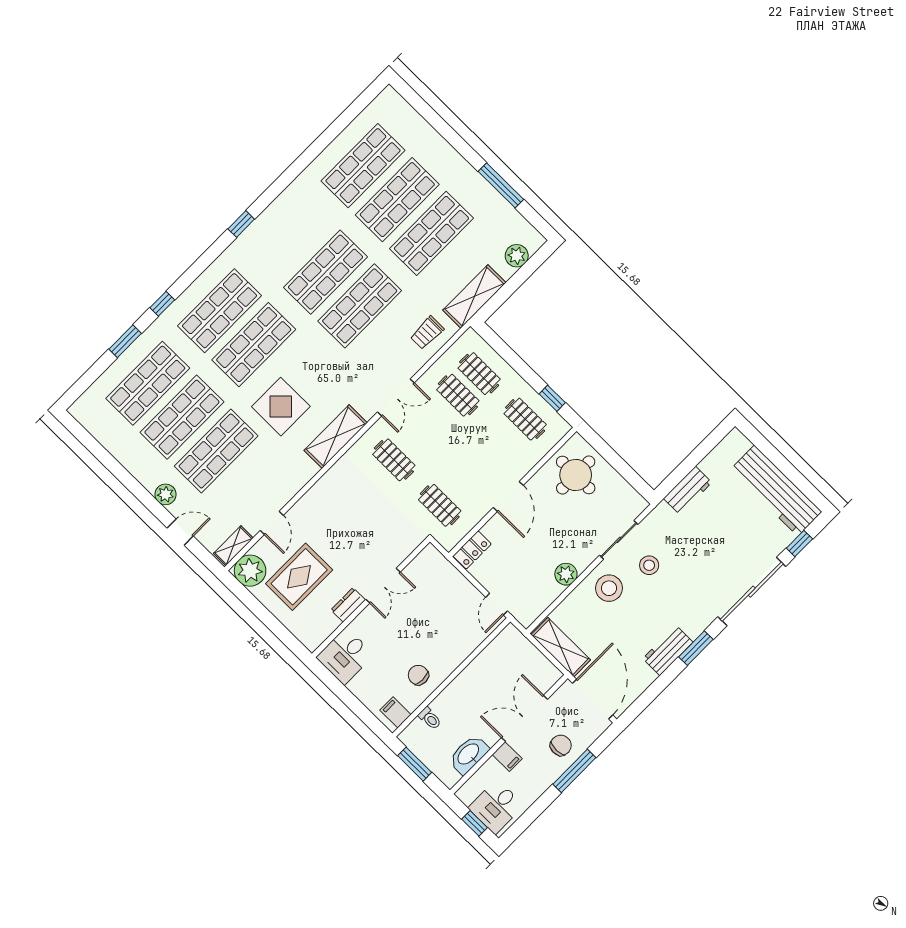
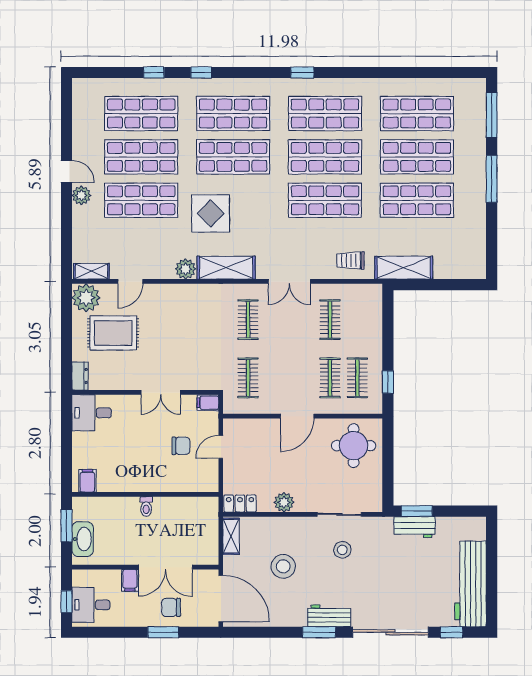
window: (422, 108) -> (492, 115), added
window: (501, 185) -> (492, 179), moved
shop shelf: (291, 238) -> (325, 114), added
plant: (517, 256) -> (185, 269), moved
window: (125, 341) -> (154, 72), width x0.67
clothes rail: (479, 374) -> (330, 378), moved
window: (677, 476) -> (417, 511), added
door: (180, 532) -> (66, 171), moved
locker: (472, 550) -> (240, 504), moved, turned 180
filing cabinet: (428, 556) -> (208, 403), added
stool: (609, 588) -> (283, 566), moved
door: (497, 604) -> (221, 447), moved
dresser: (348, 605) -> (80, 376), moved, turned 90
shelving: (561, 647) -> (231, 536), width x0.67, depth x0.75
workbench: (668, 650) -> (329, 616), moved
chair: (418, 675) -> (181, 446), moved, turned 90
door: (593, 699) -> (221, 599), hinge flipped
toilet: (430, 718) -> (146, 507), moved
double door: (524, 718) -> (165, 567), swing flipped
chair: (561, 745) -> (171, 607), turned 180
washbasin: (469, 754) -> (83, 539), moved, turned 90
window: (574, 771) -> (163, 632), width x0.69

